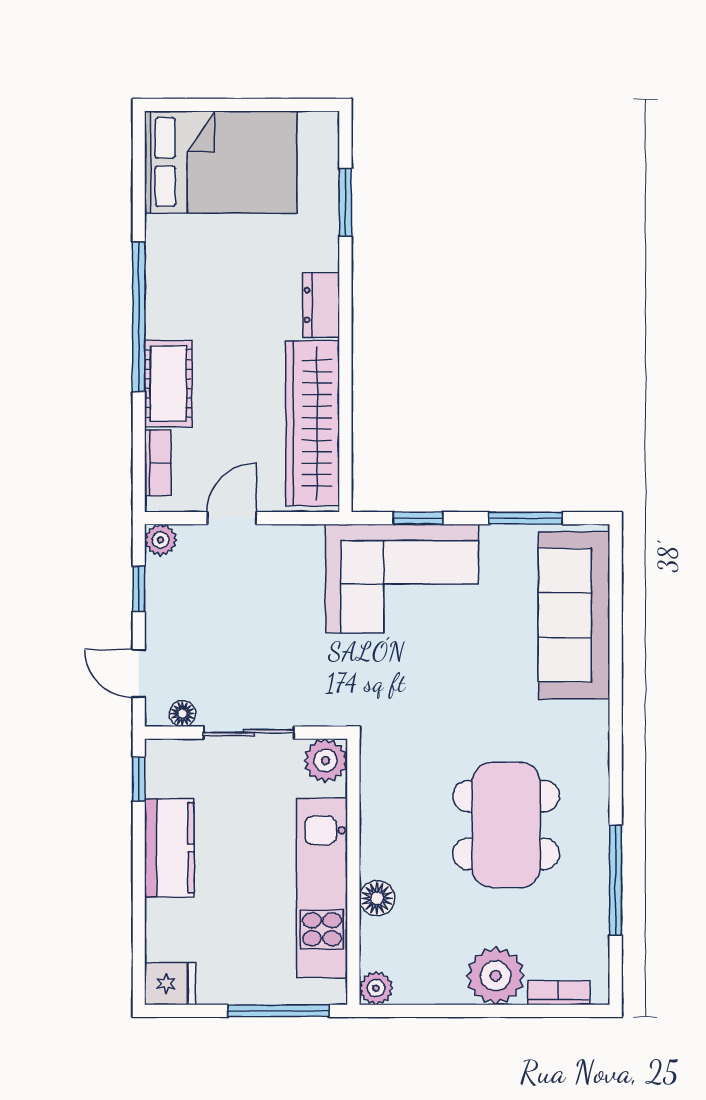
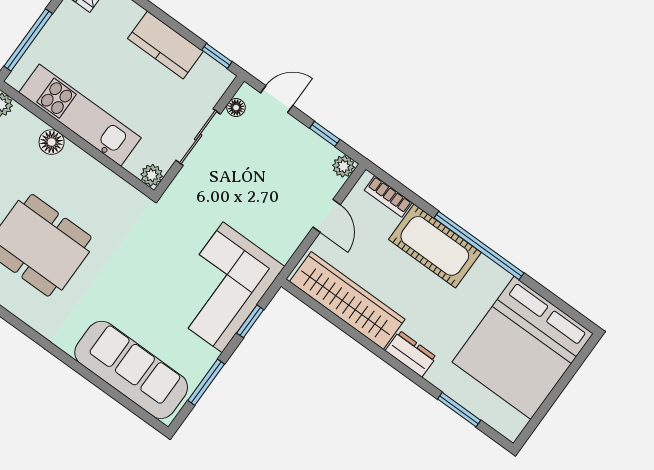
bed: (221, 162) -> (523, 348), width x1.36
cot: (168, 384) -> (435, 246), width x1.37, depth x1.34
plant: (326, 760) -> (152, 175), width x0.73, depth x0.73

